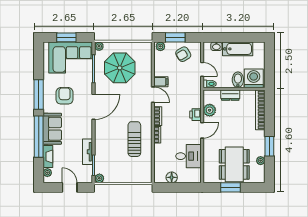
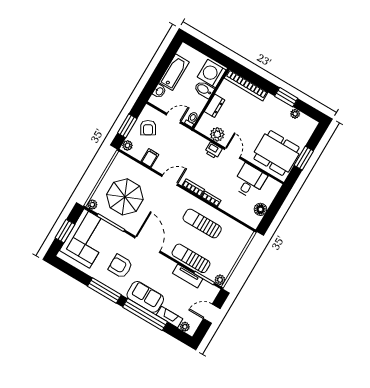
filing cabinet: (161, 82) -> (150, 158), moved
sun lounger: (103, 146) -> (191, 258), added
dining table: (234, 164) -> (277, 153), moved

